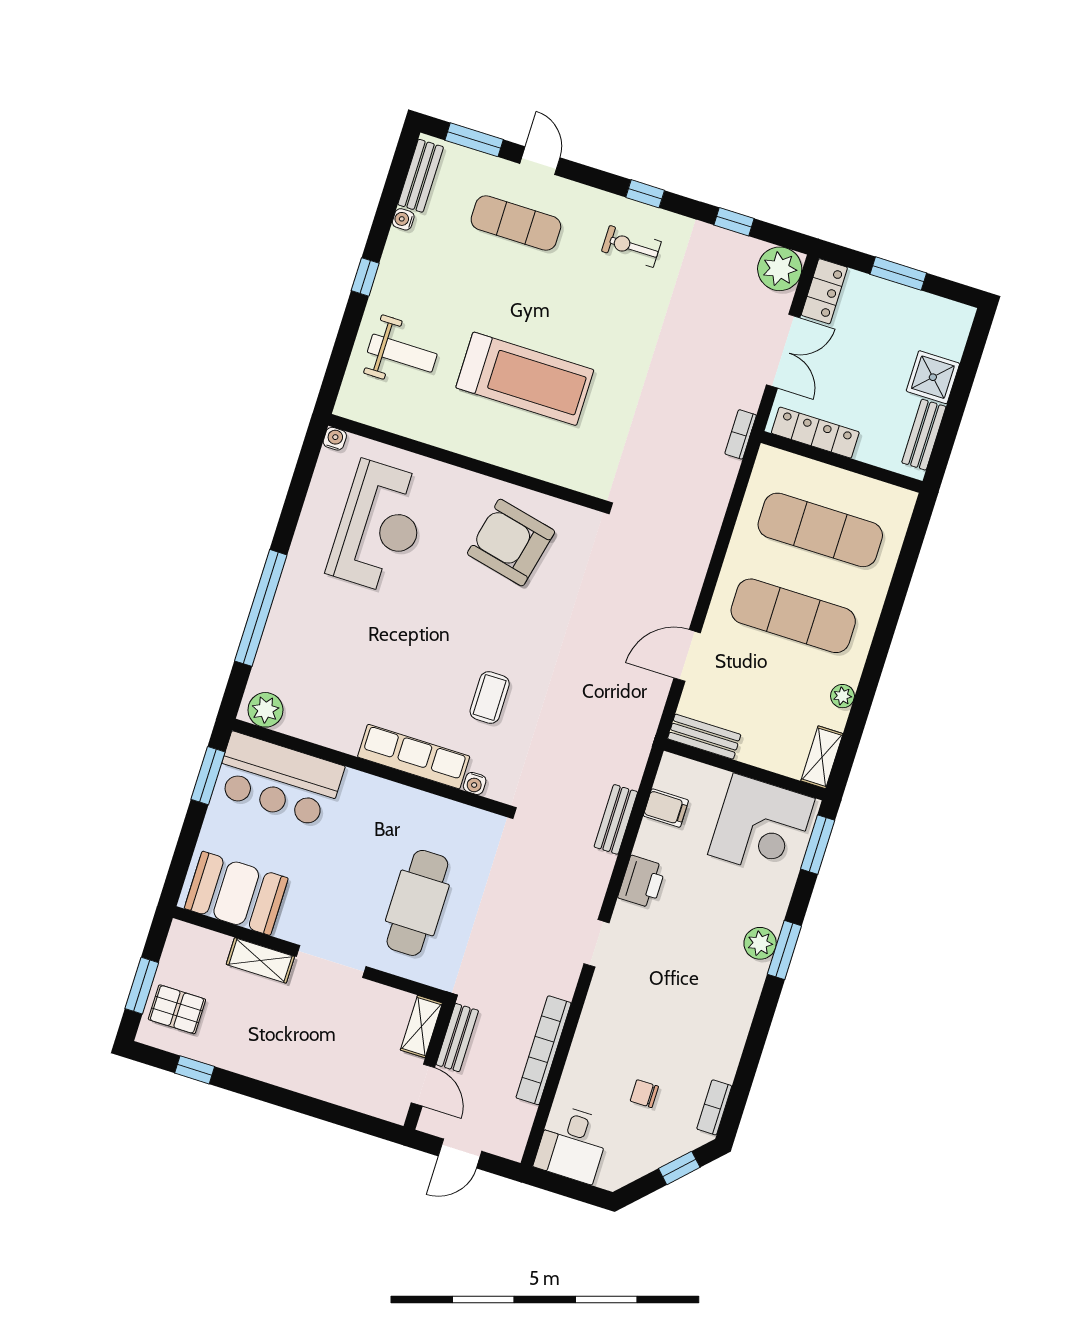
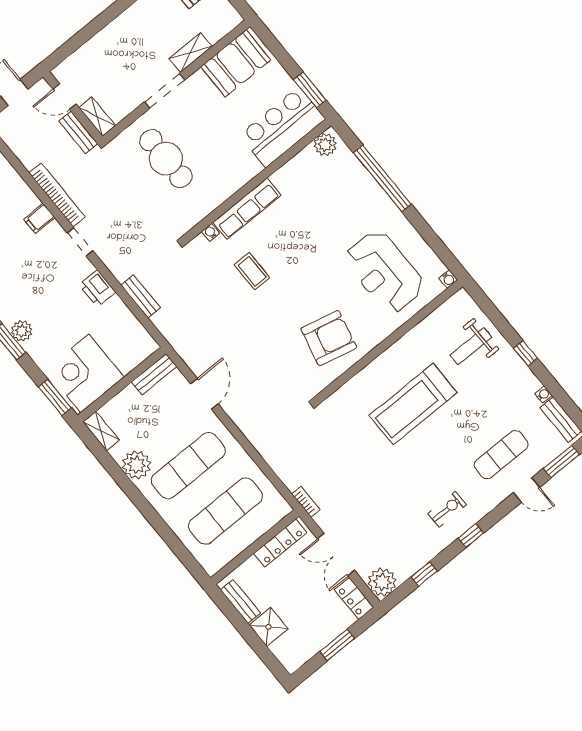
plant: (842, 696) -> (136, 465), width x1.88, depth x1.88
filing cabinet: (666, 808) -> (39, 218), moved
bookcase: (544, 1050) -> (57, 195), moved

